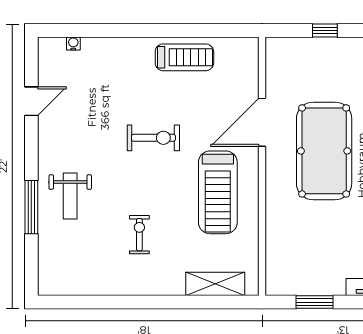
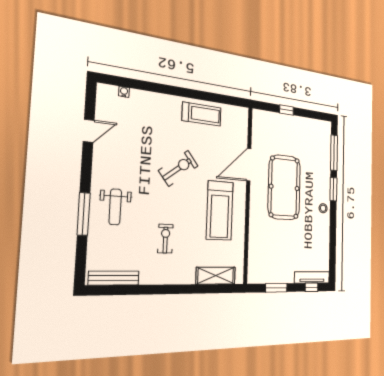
exercise bike: (153, 138) -> (178, 168), turned -38
bench: (74, 287) -> (114, 278), added

